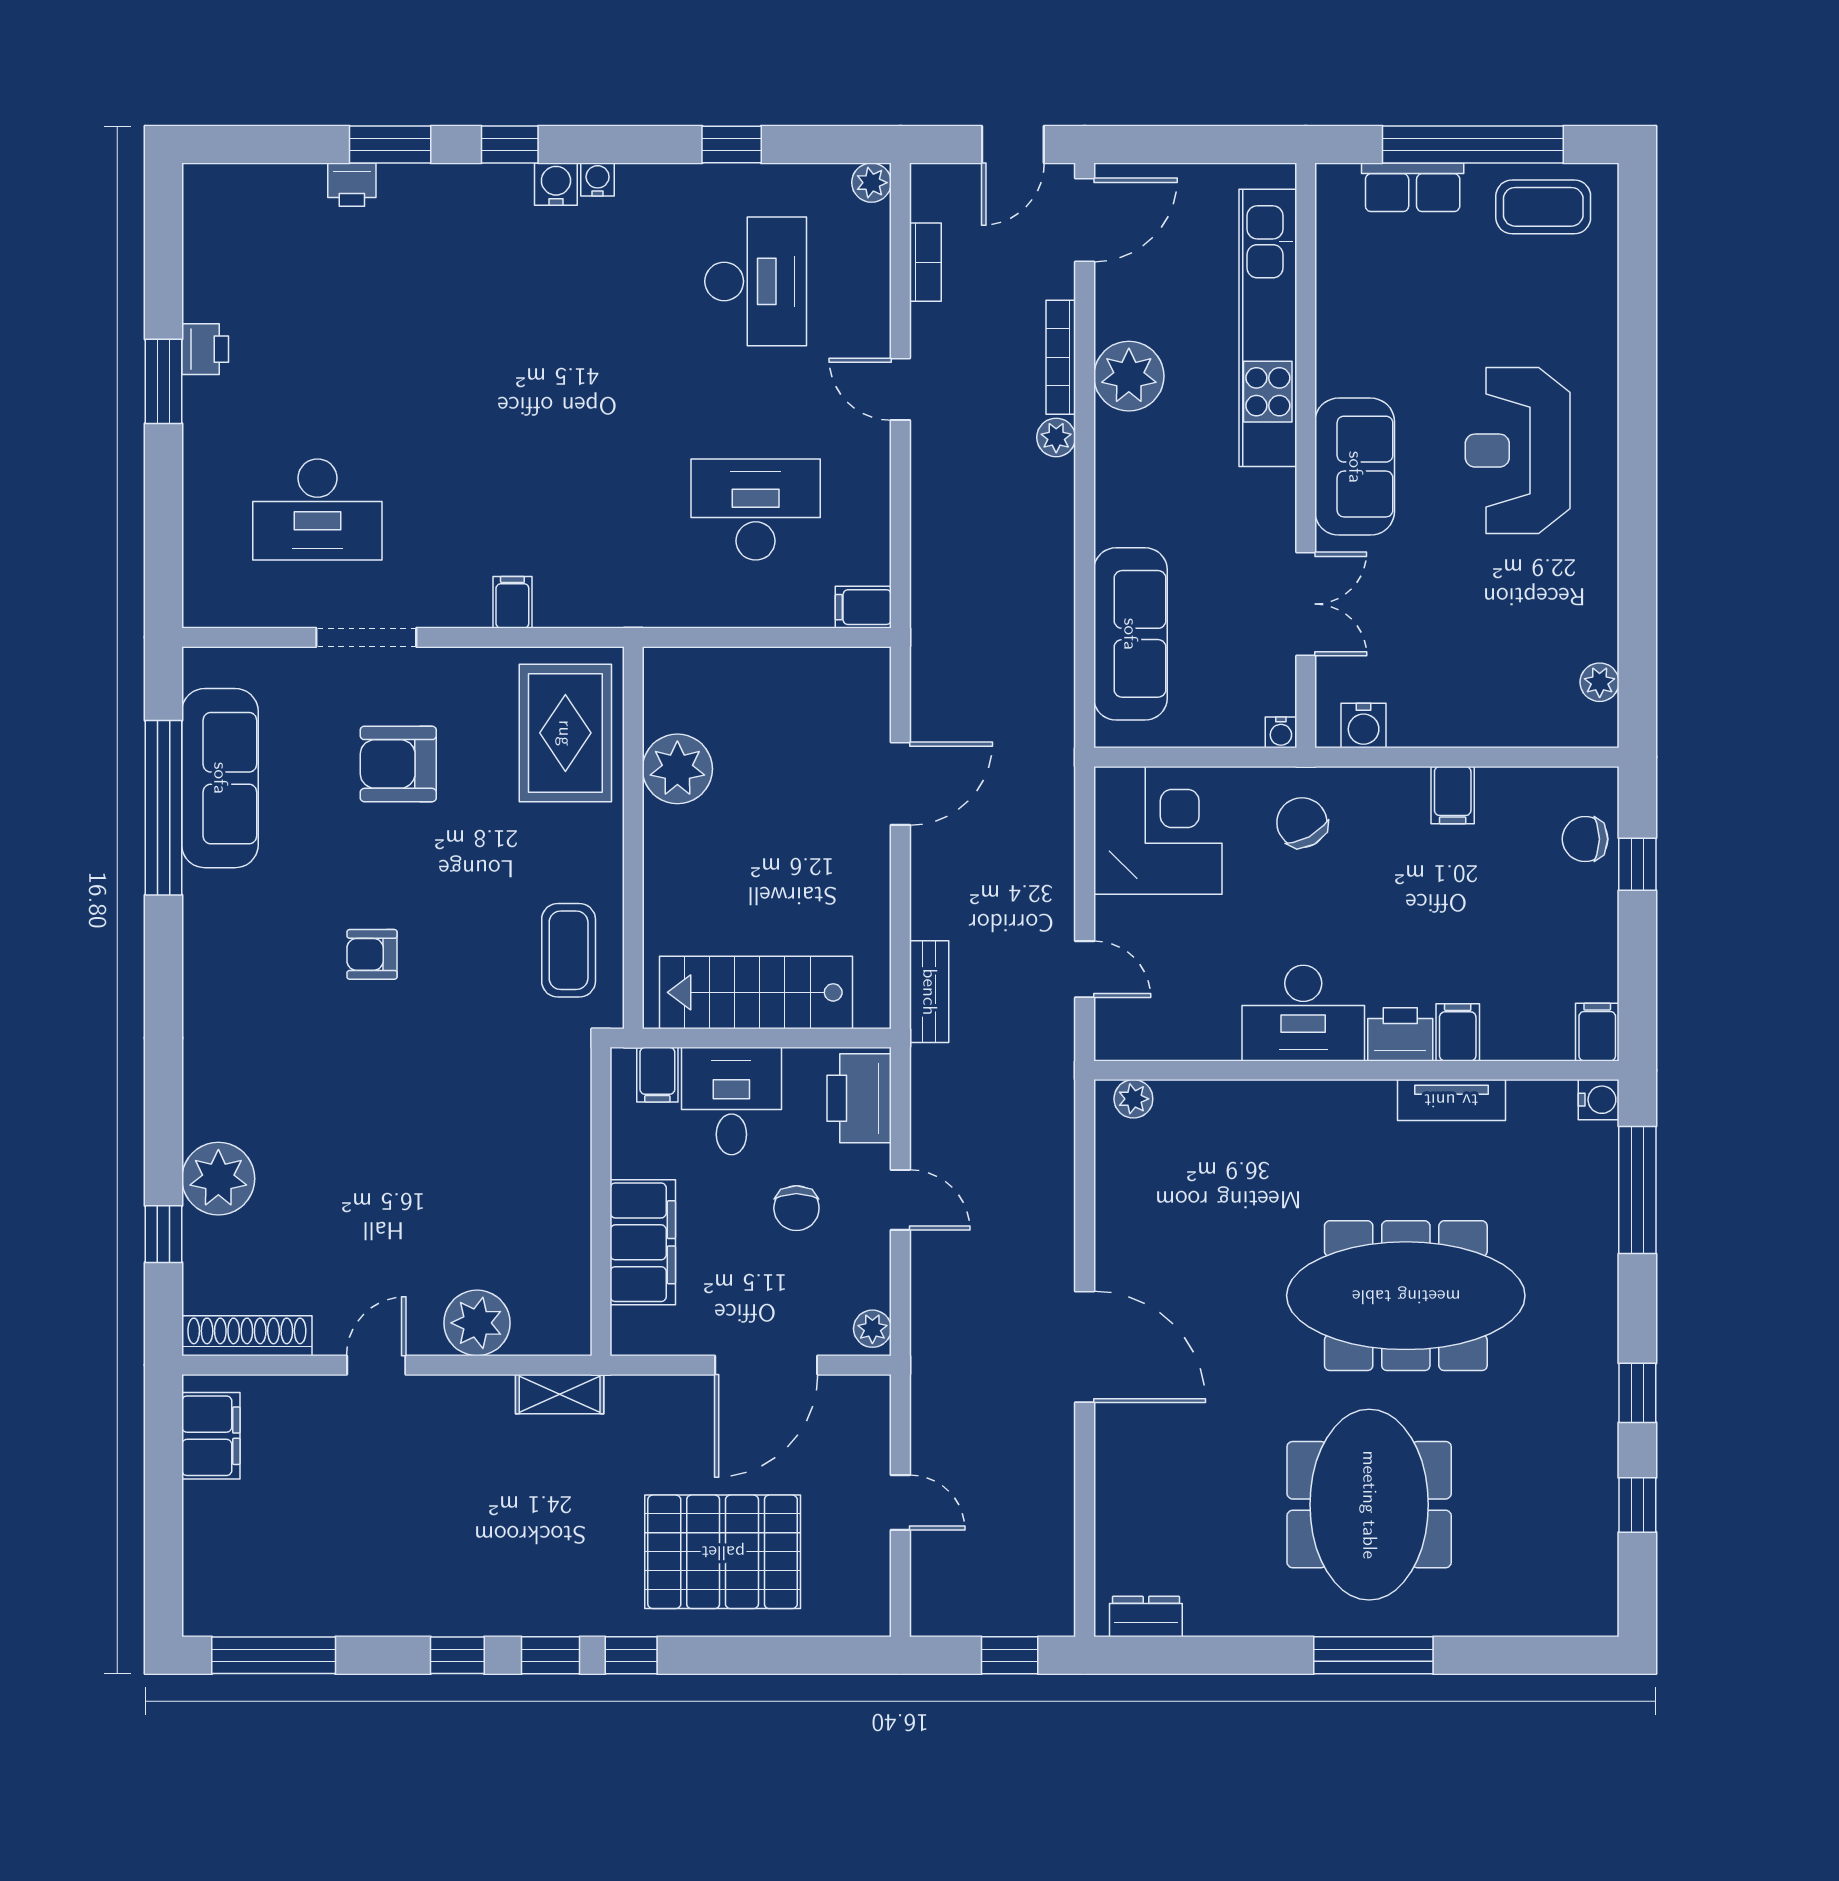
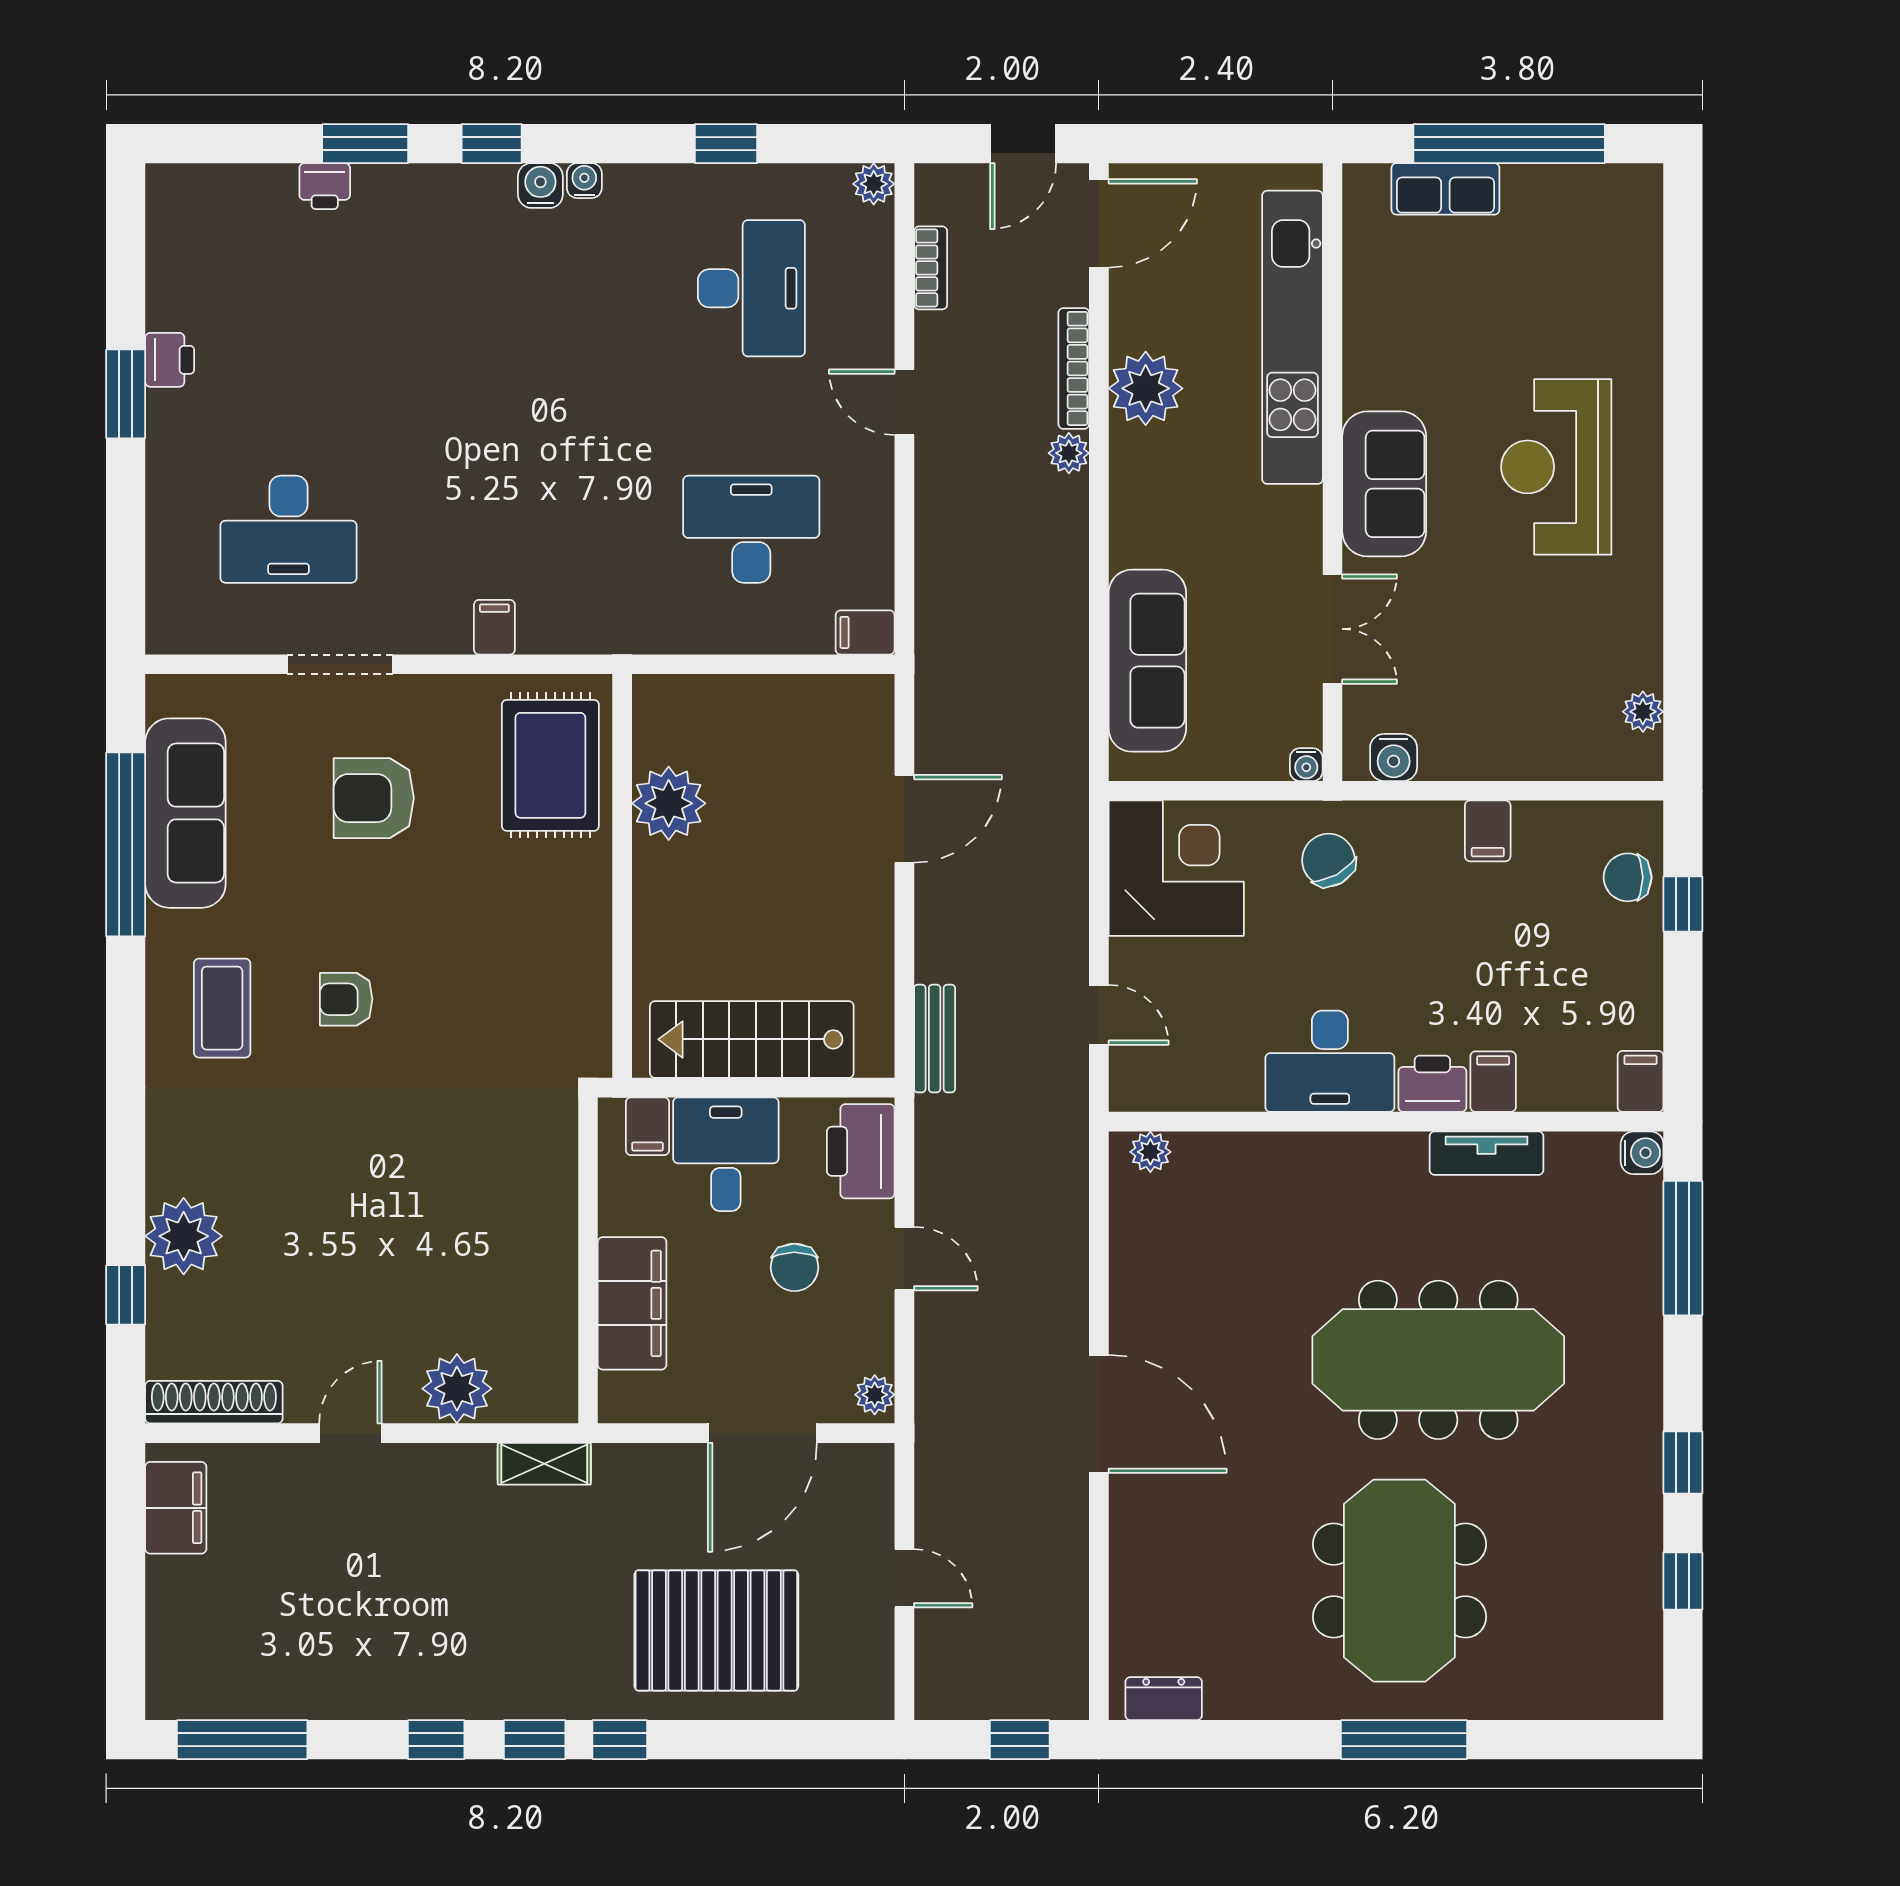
coffee table: (1543, 207) -> (1583, 209), removed
coffee table: (569, 950) -> (222, 1008), moved

